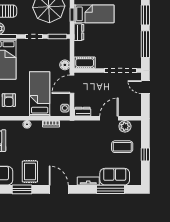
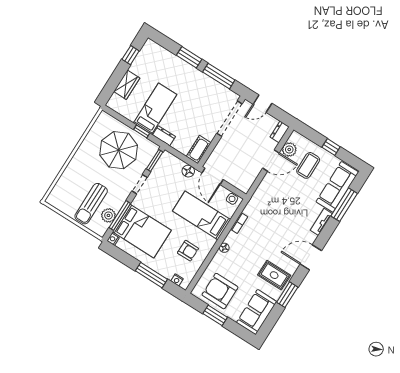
dresser: (83, 112) -> (280, 132), moved
door: (109, 118) -> (271, 161), swing flipped
sofa: (115, 177) -> (337, 187), width x1.36

